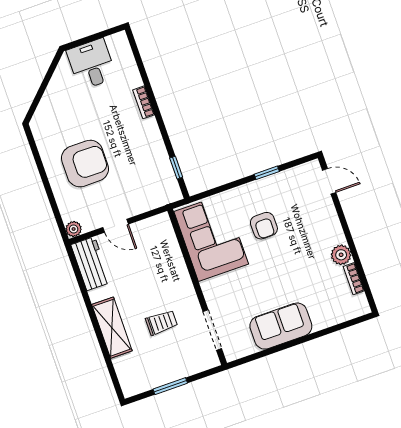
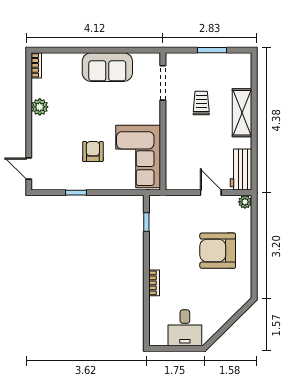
bookcase: (354, 279) -> (36, 65), moved
trolley: (161, 323) -> (201, 103), turned 90

